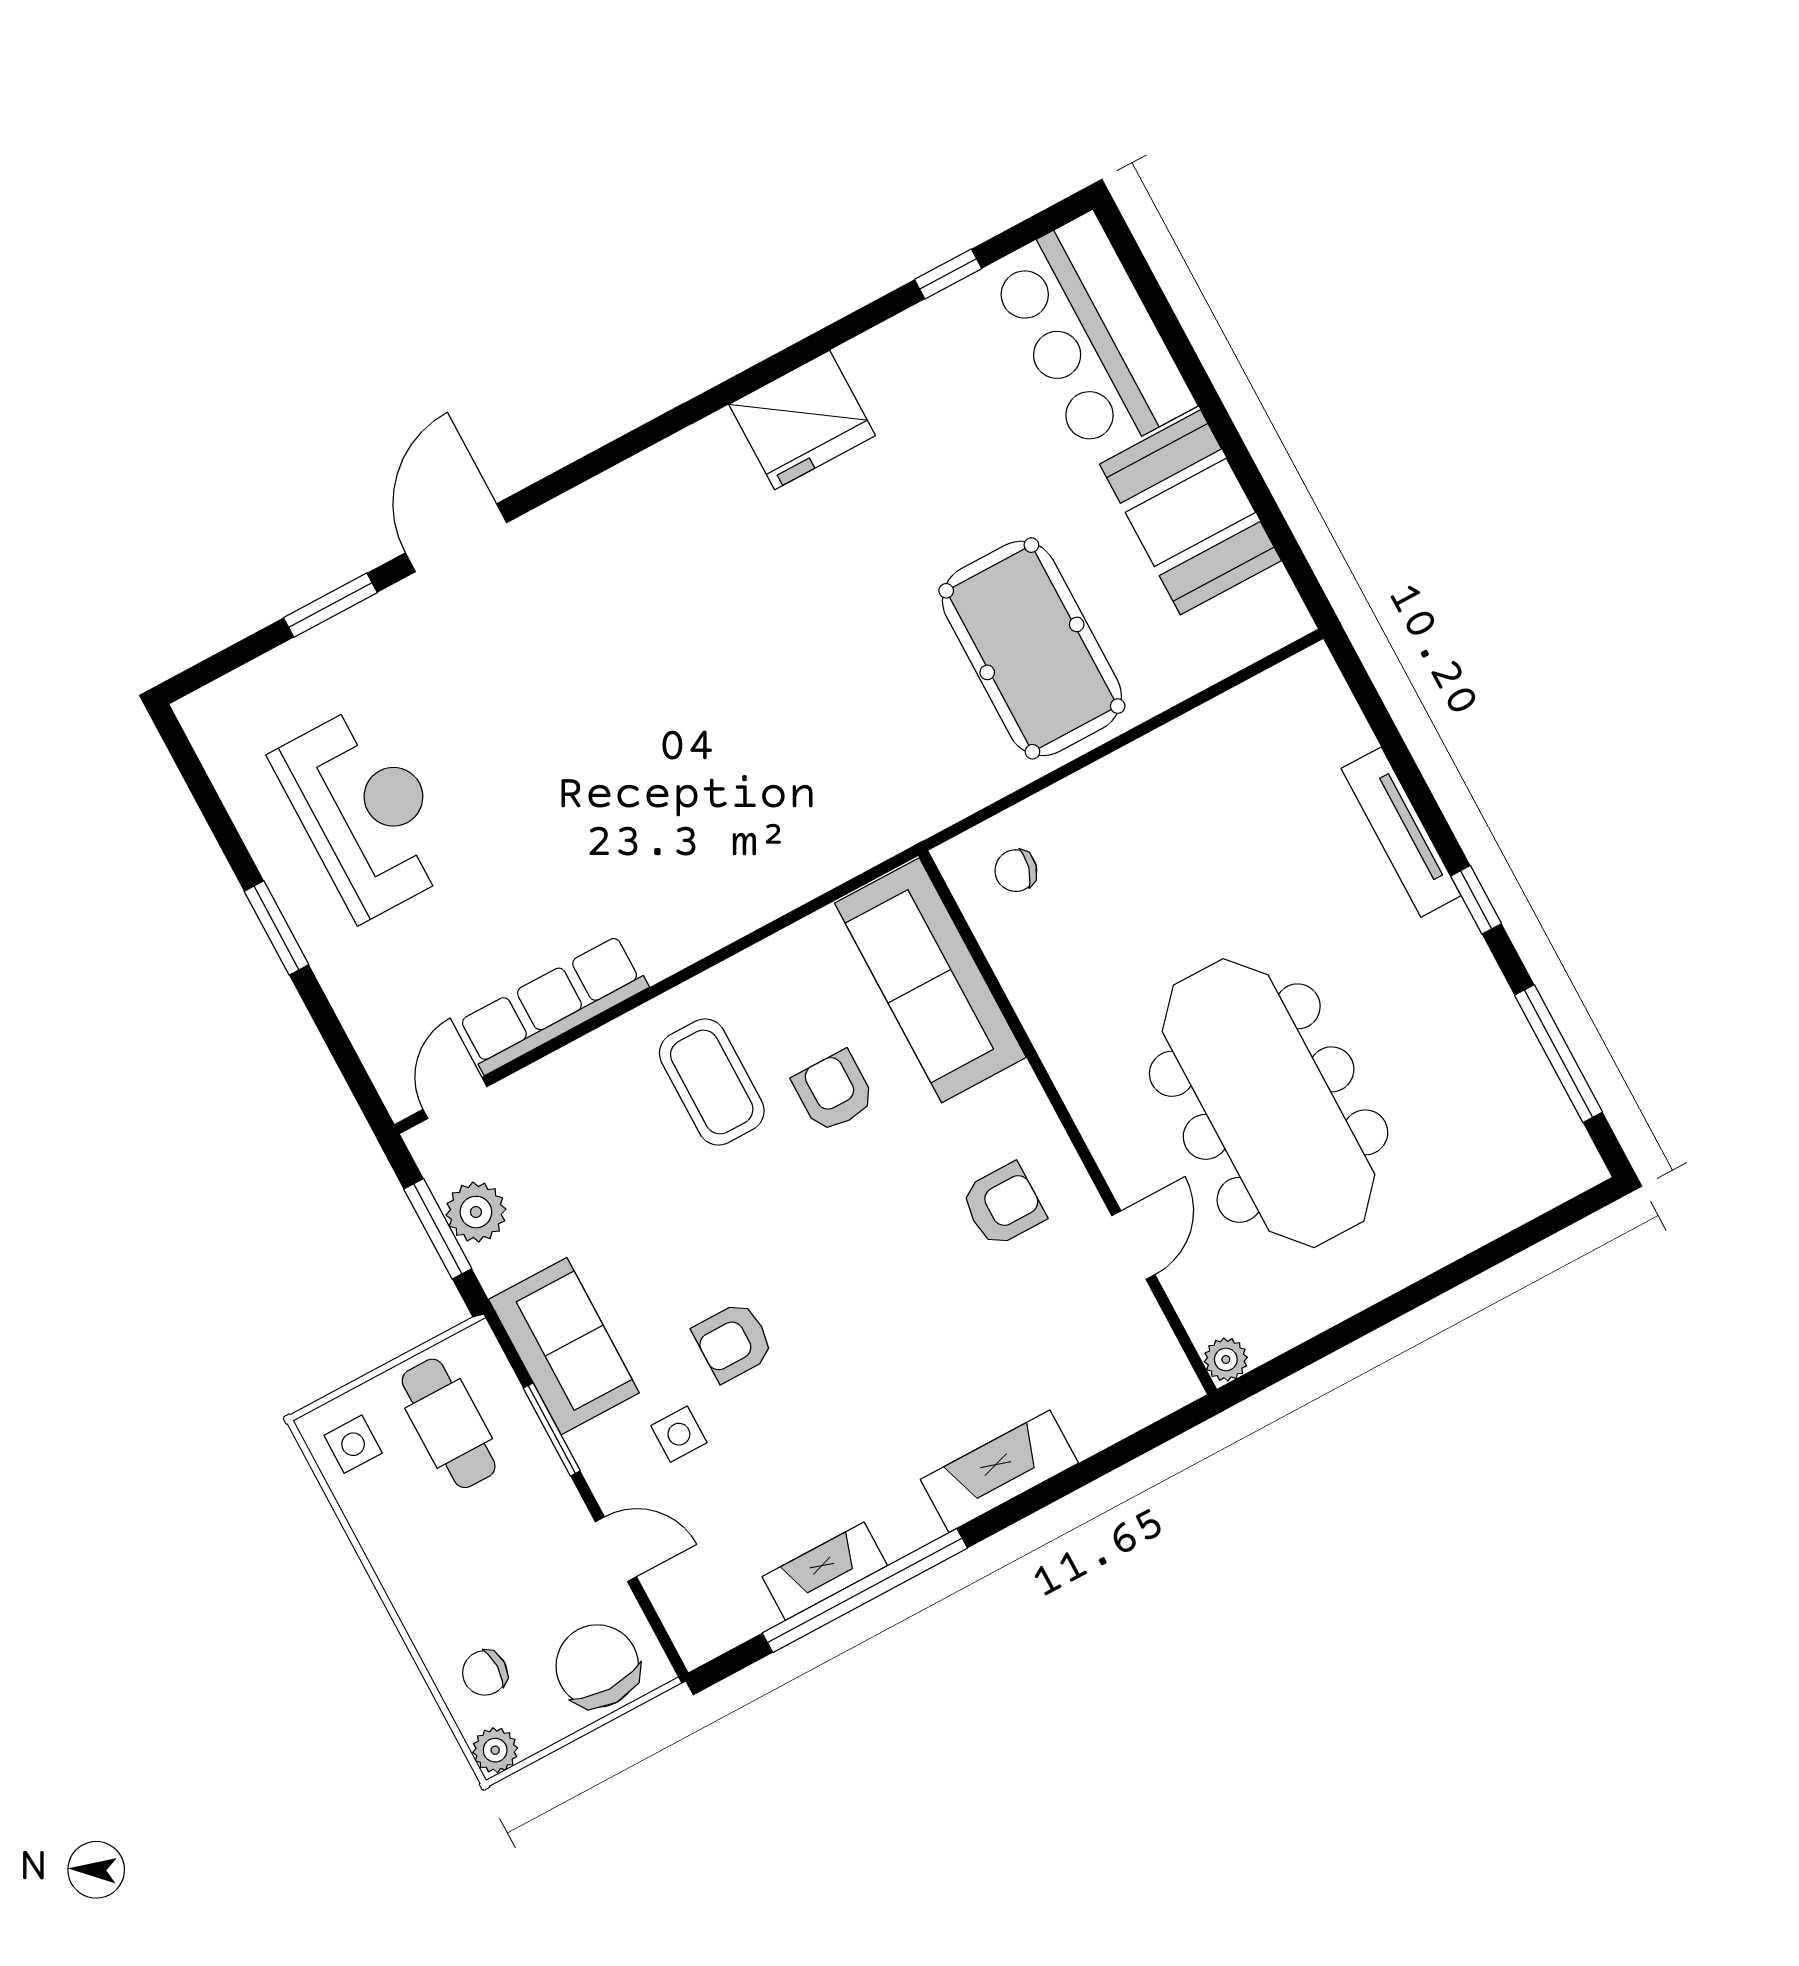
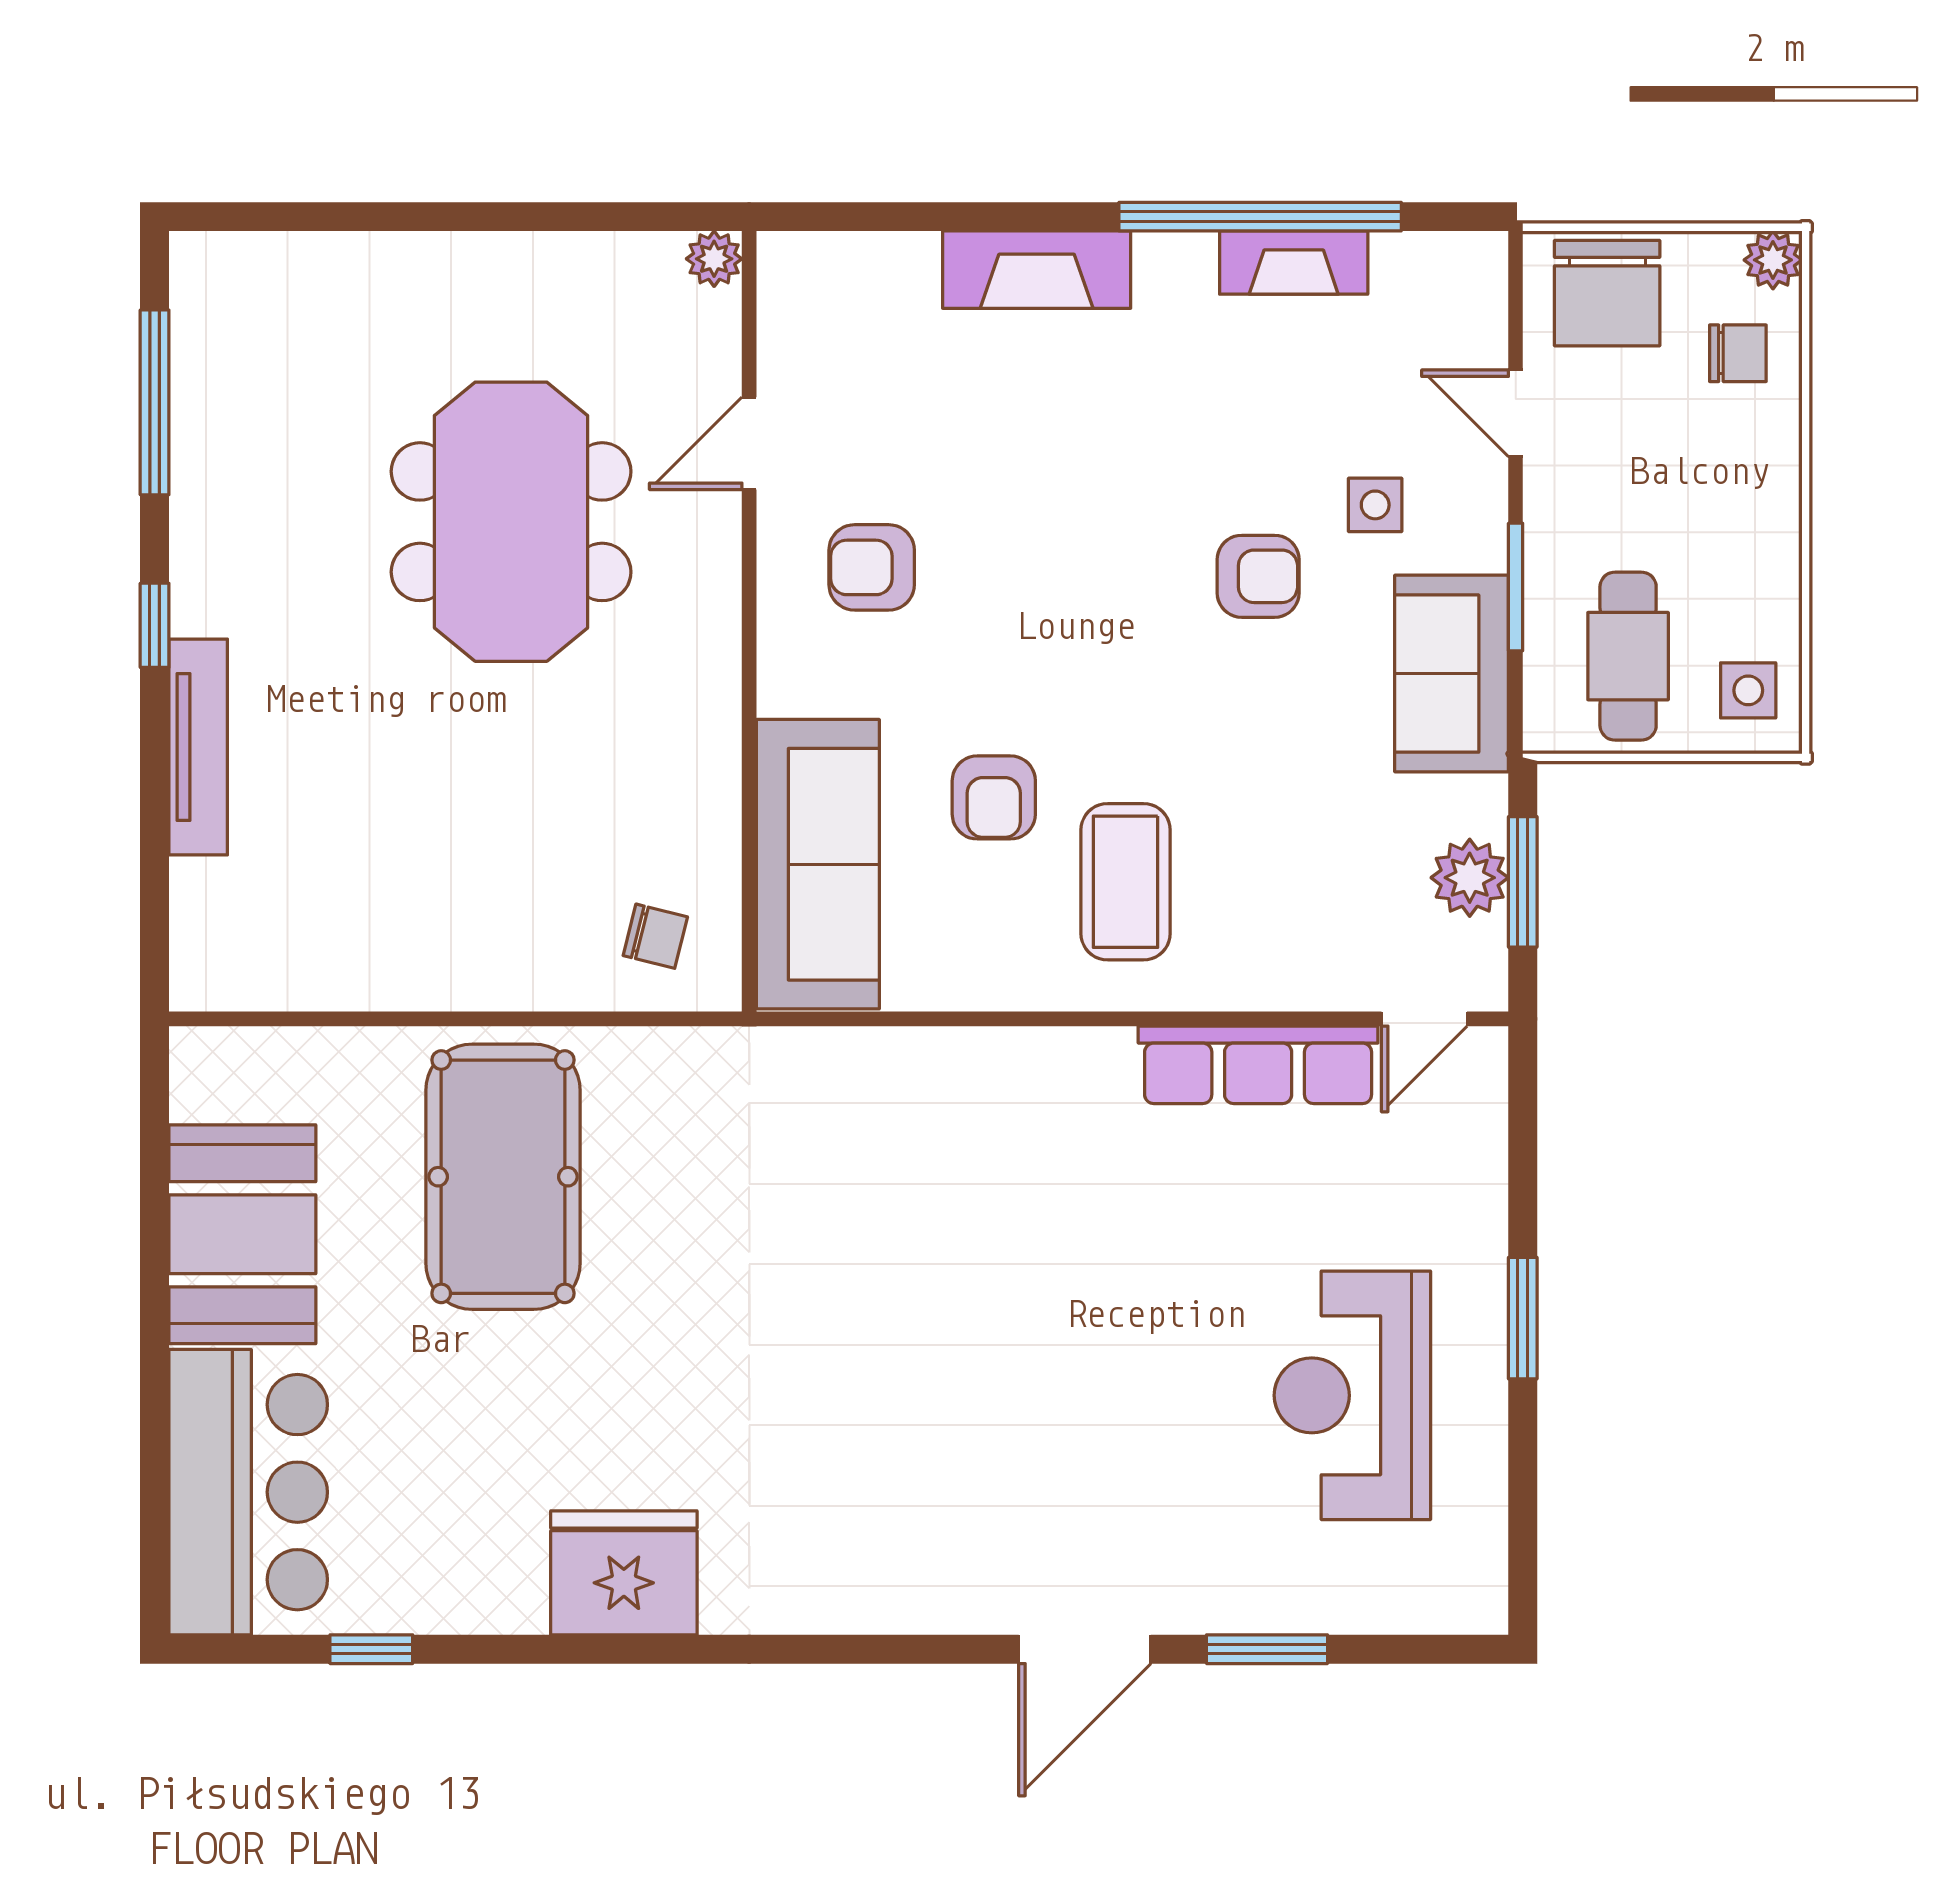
meeting table: (1269, 1103) -> (511, 522), width x0.73

